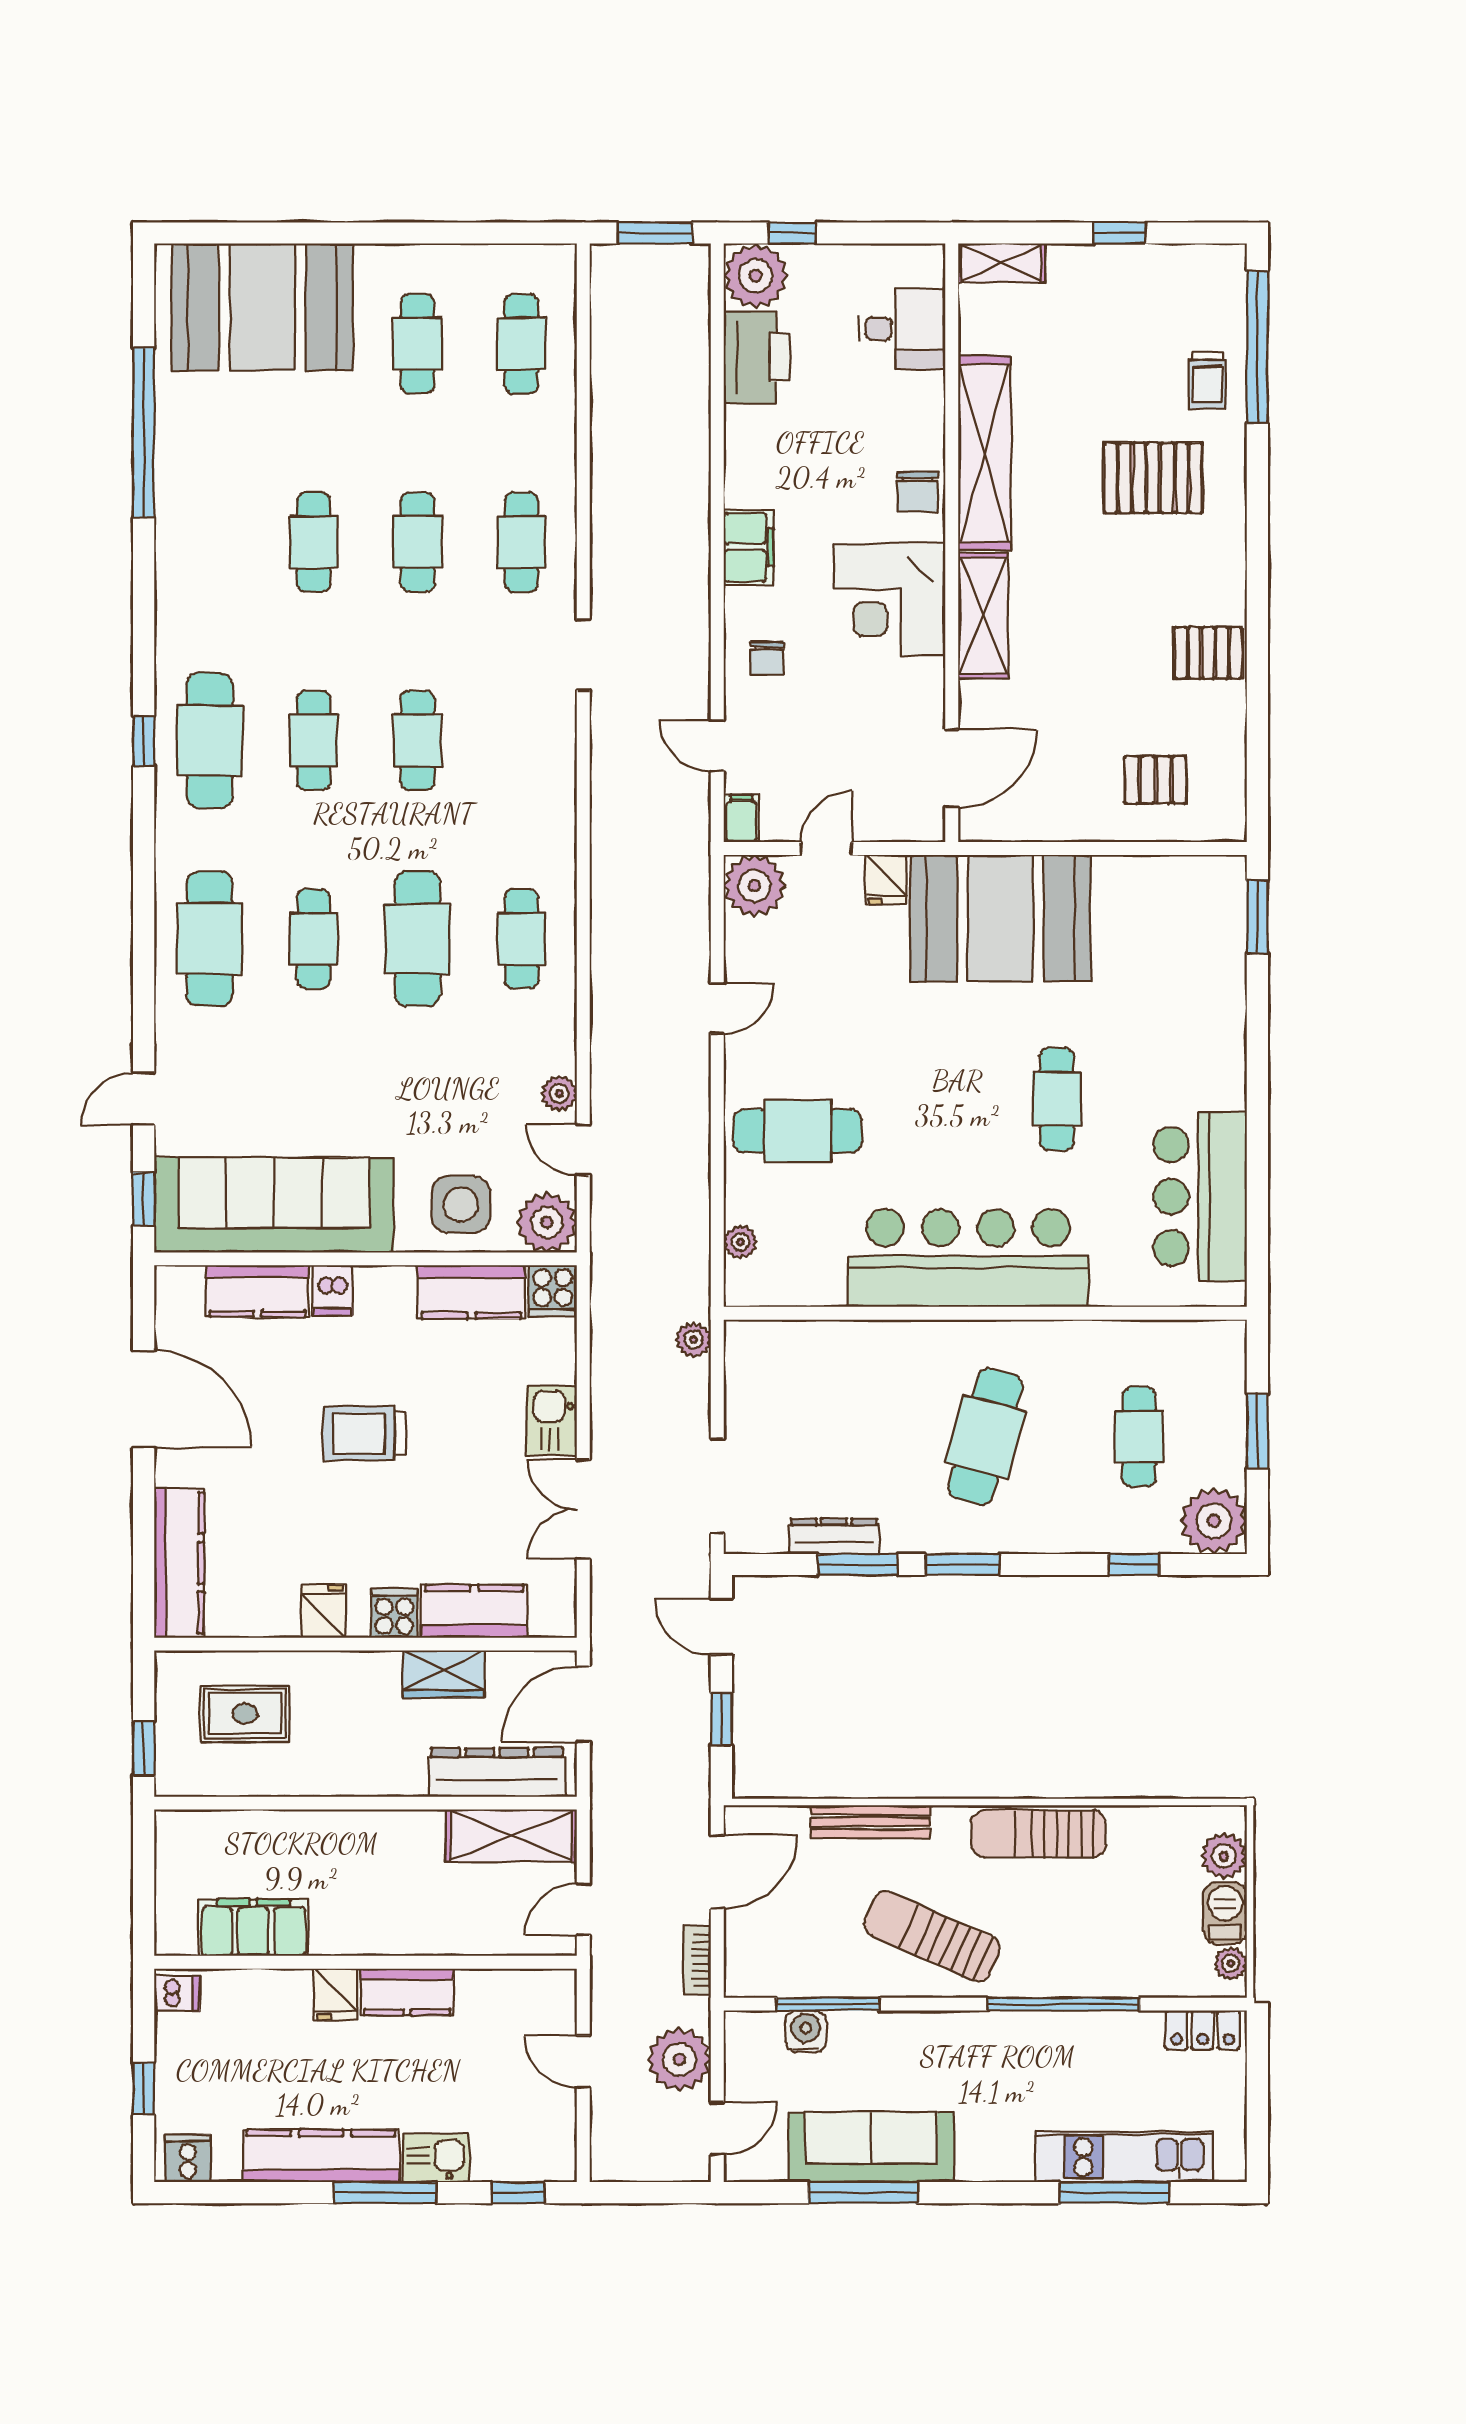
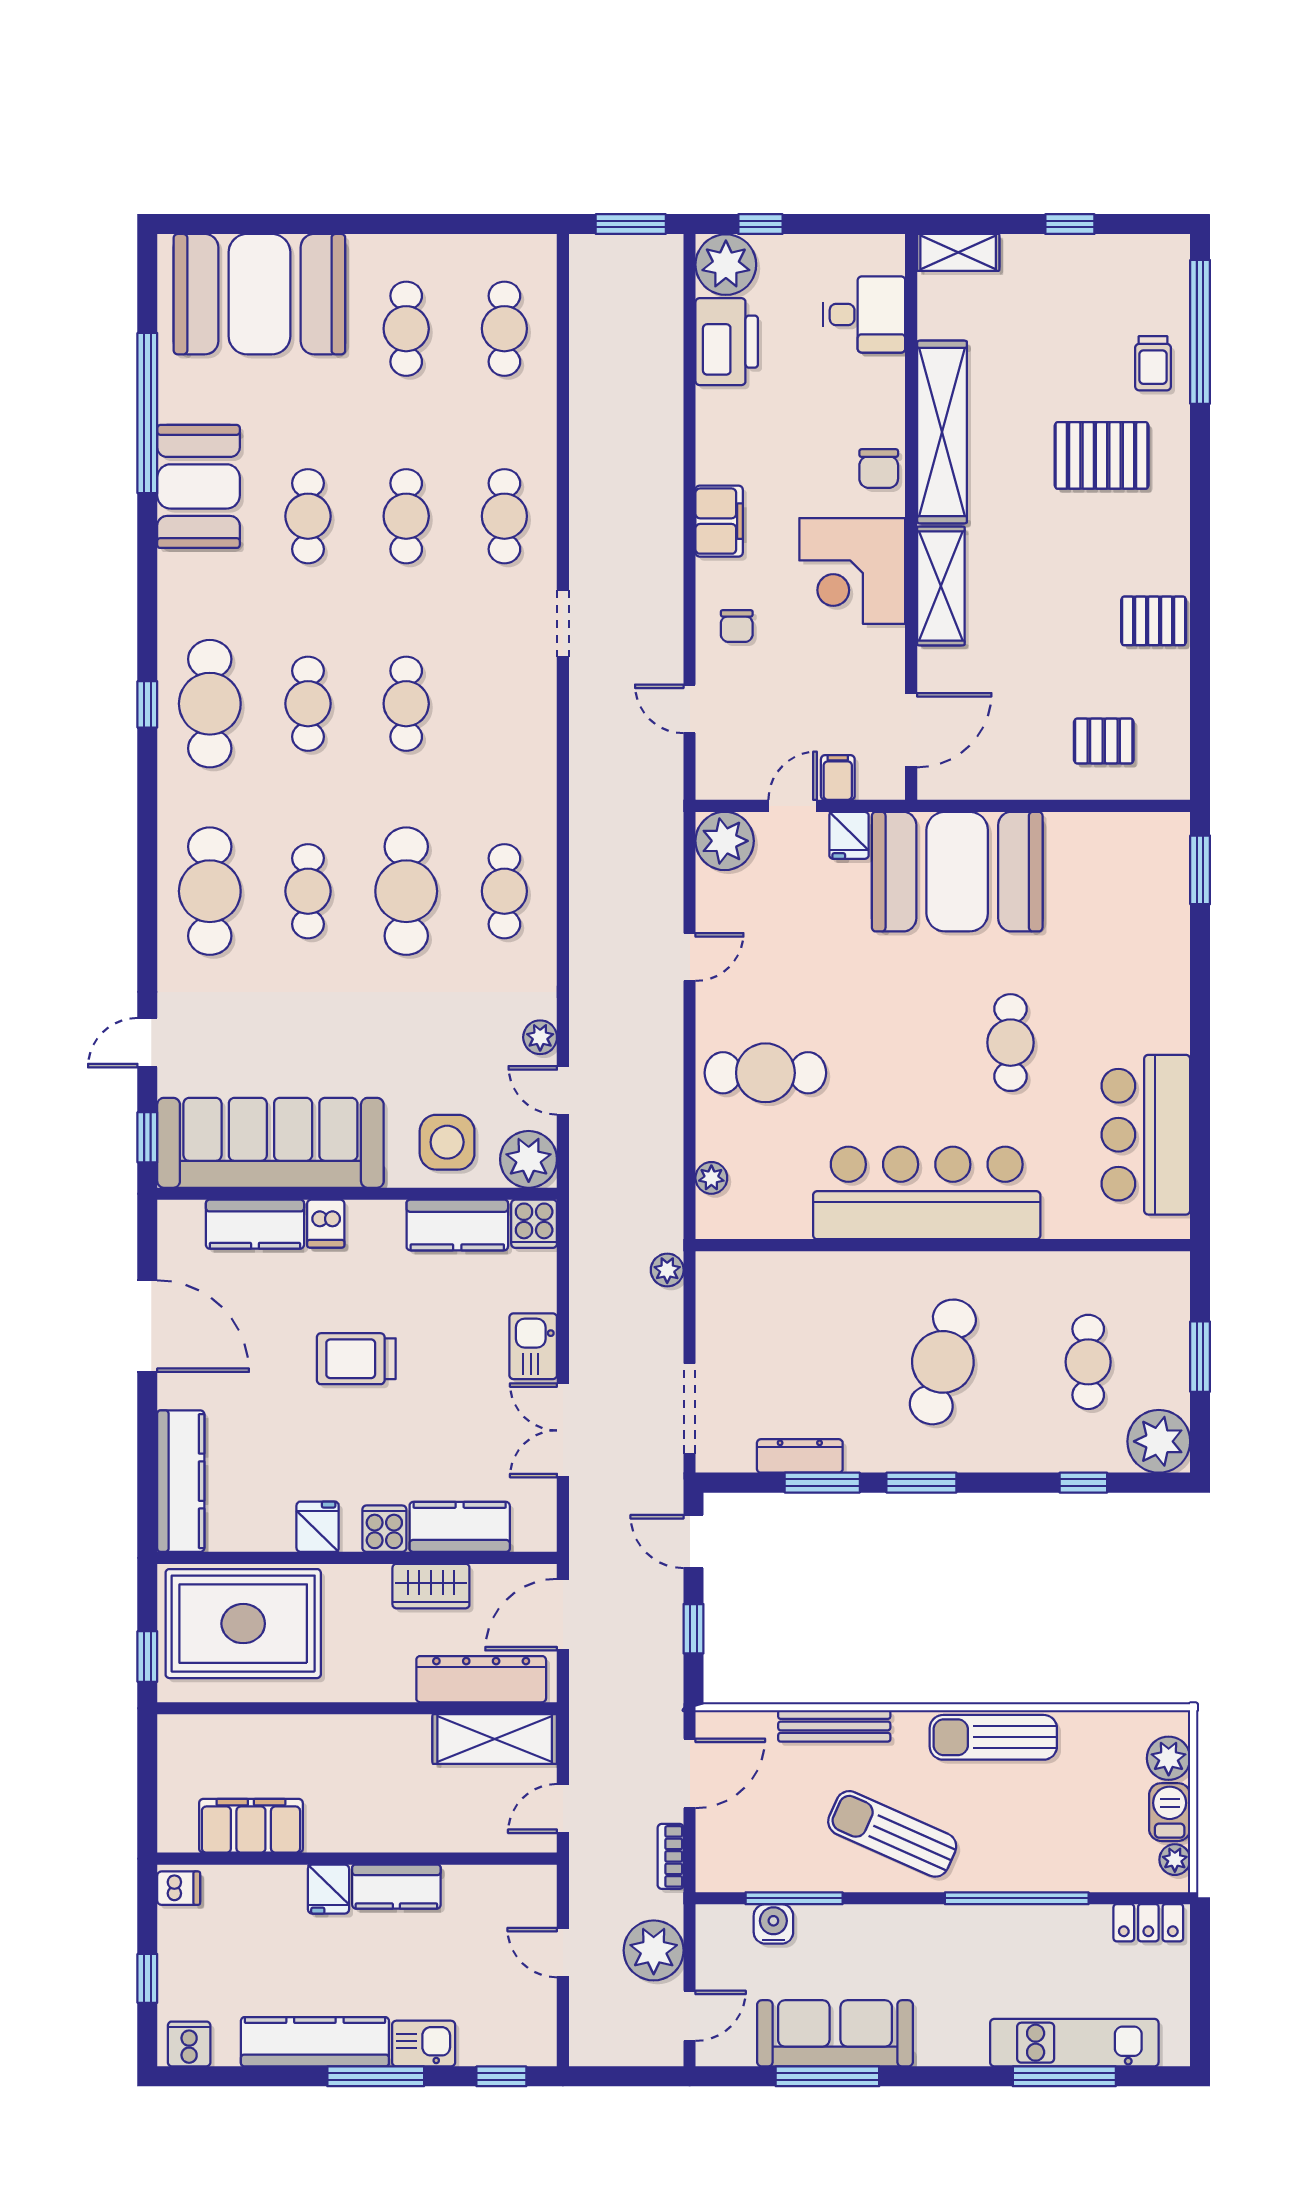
booth: (198, 511) -> (199, 486), added
filing cabinet: (741, 819) -> (838, 778), moved
rug: (245, 1714) -> (243, 1624), width x1.86, depth x2.06

